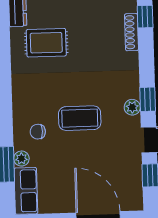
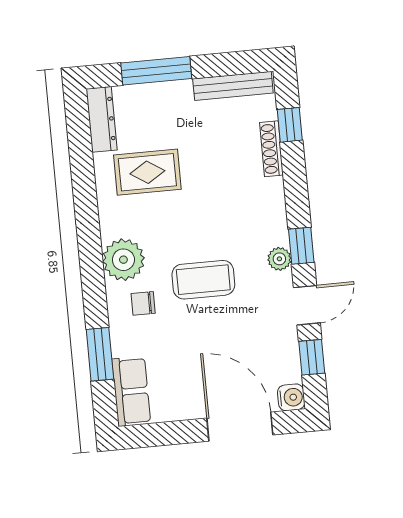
plant: (21, 159) -> (123, 260), moved, width x1.88, depth x1.88
water cooler: (134, 202) -> (291, 397), added

